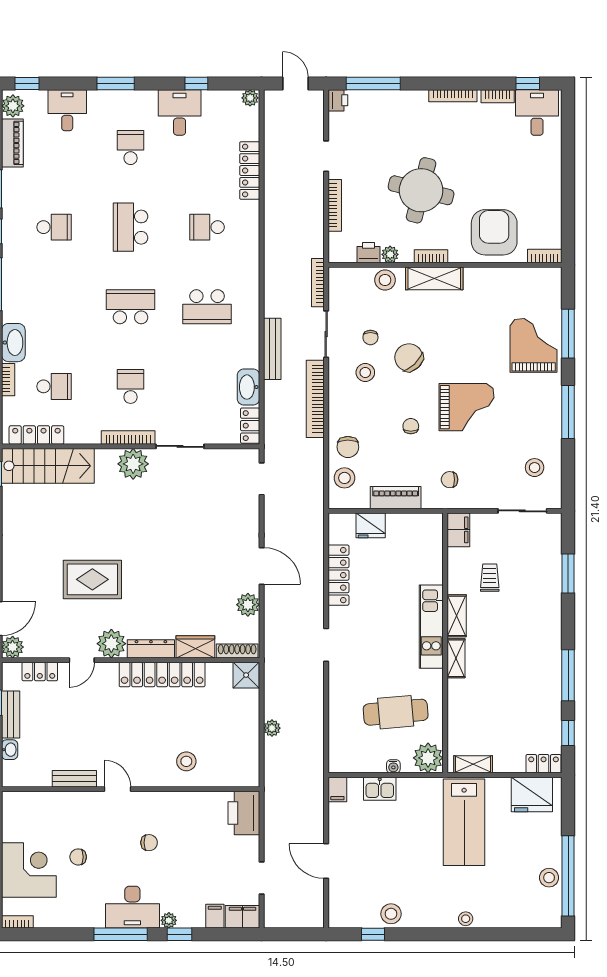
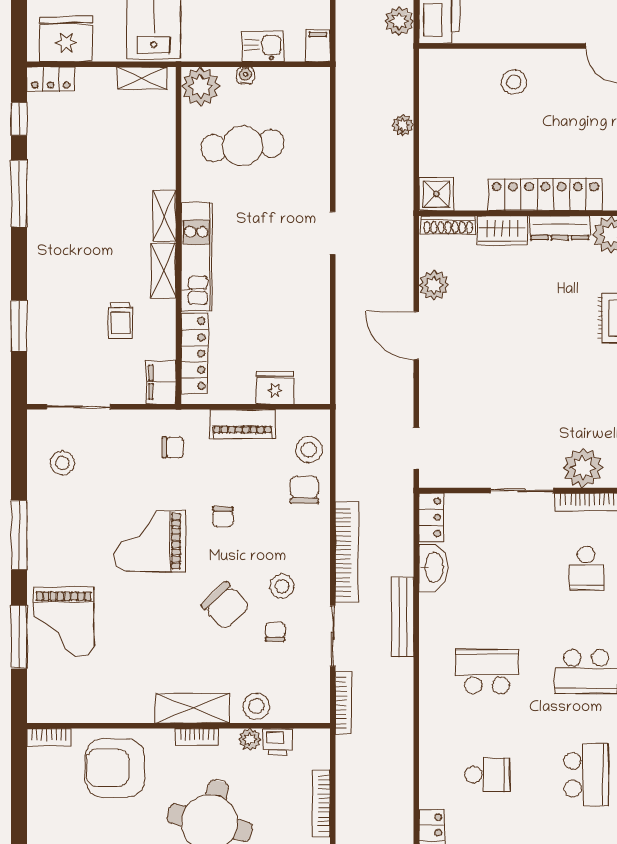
armchair: (494, 232) -> (115, 768), turned 90
locker: (338, 575) -> (194, 354), moved, turned 180
plant: (275, 808) -> (399, 21), added

